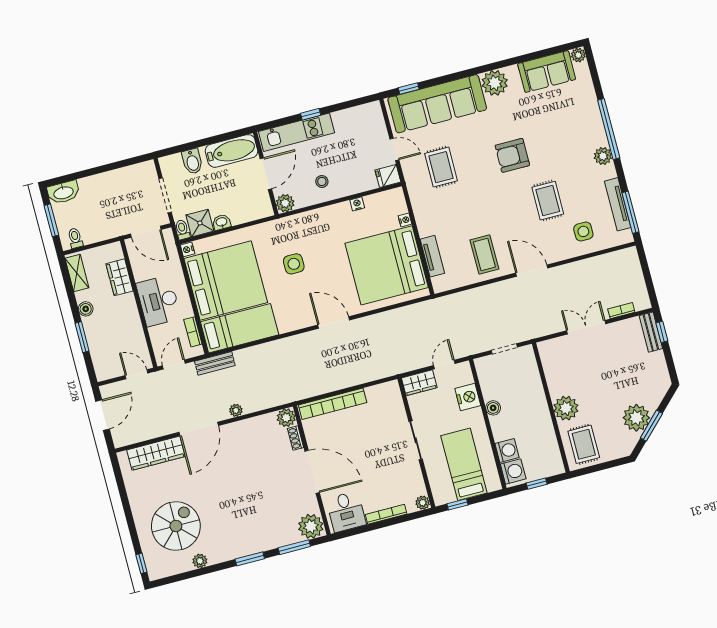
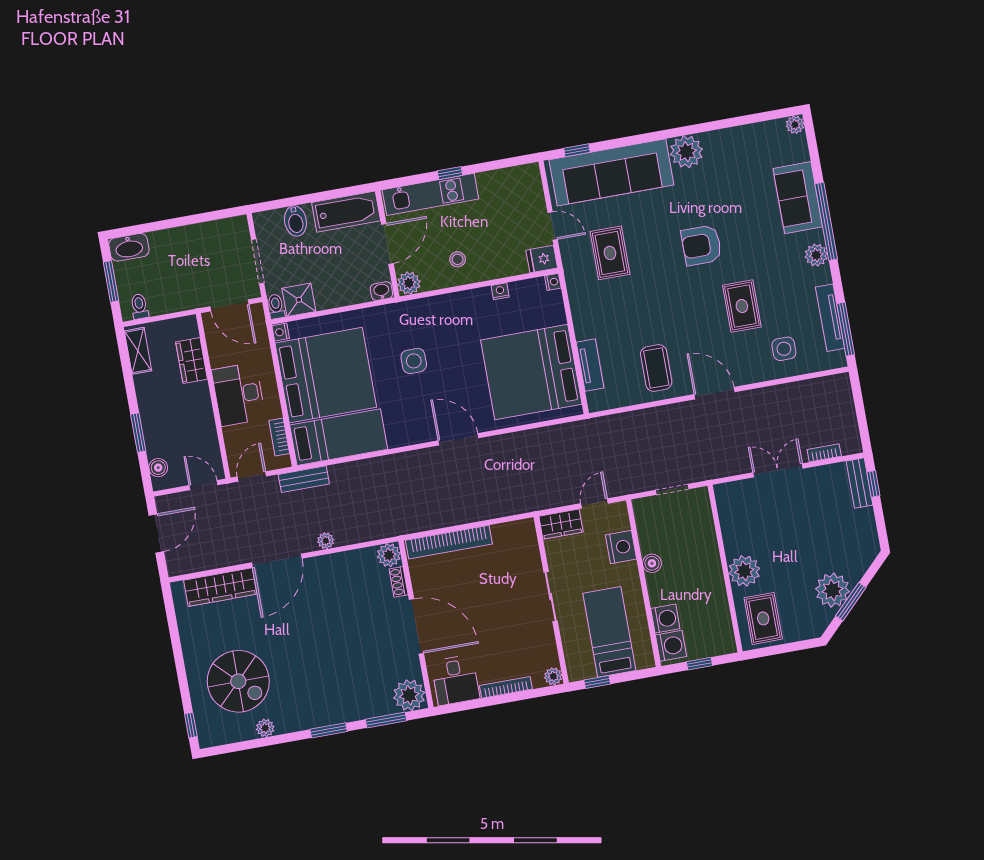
sofa: (547, 72) -> (798, 198), moved, turned 90
nightstand: (405, 220) -> (553, 282), moved
washbasin: (222, 222) -> (381, 291), moved
boiler: (86, 309) -> (158, 468), moved
spiral stairs: (176, 526) -> (238, 681), turned 90

